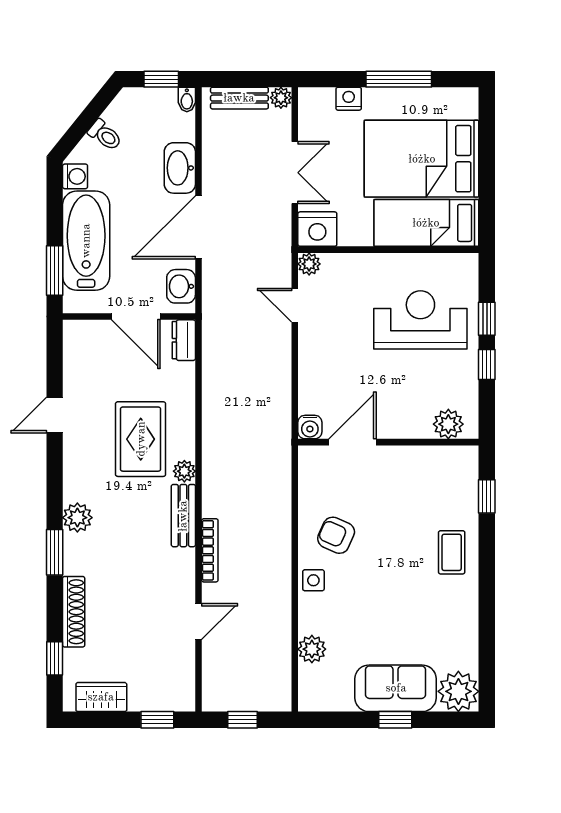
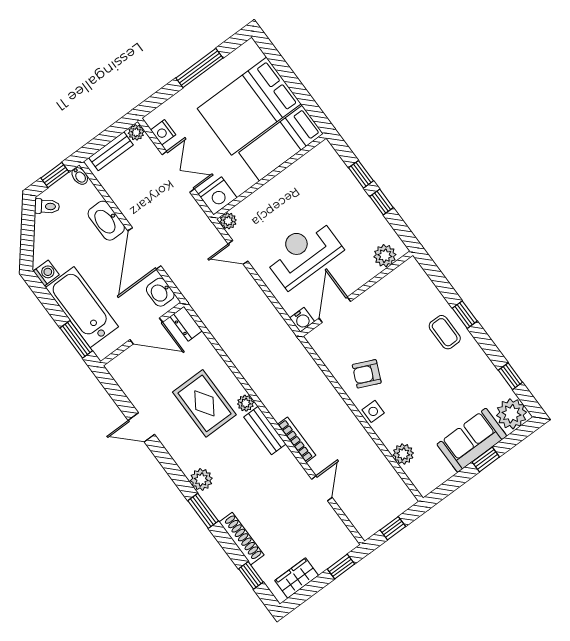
nightstand: (349, 99) -> (163, 132), moved, turned -90
toilet: (105, 135) -> (47, 206), moved
reception desk: (420, 320) -> (303, 253), moved
door: (55, 415) -> (141, 427), hinge flipped
window: (487, 496) -> (465, 315), moved
window: (487, 651) -> (510, 376), added

